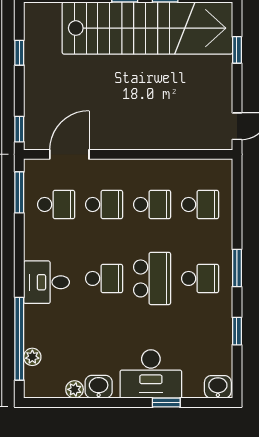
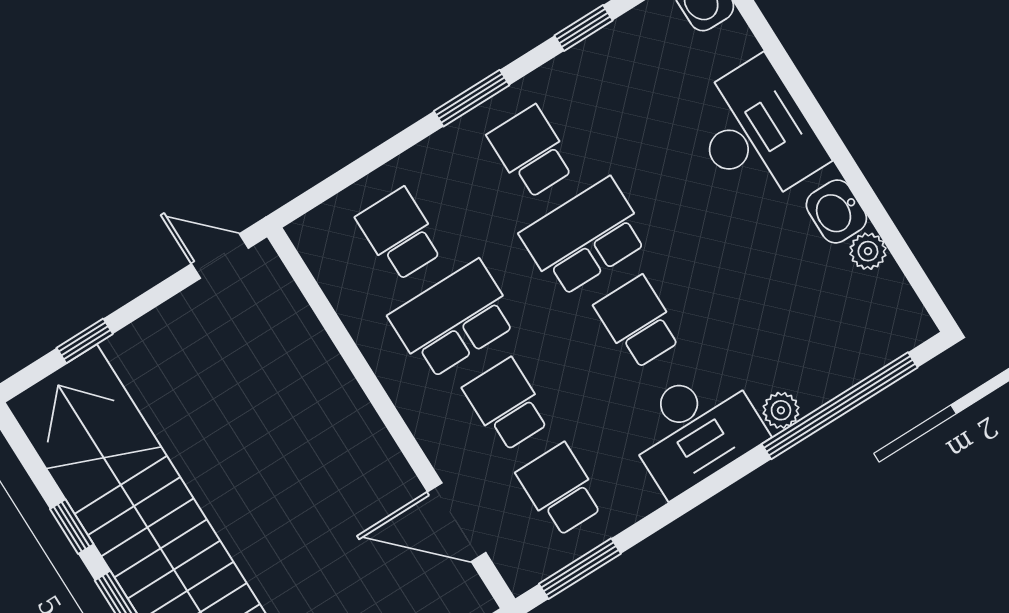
school desk: (152, 204) -> (453, 319), width x1.85
desk: (46, 282) -> (695, 429), width x1.37
plant: (32, 357) -> (781, 410), moved
window: (166, 403) -> (789, 74), removed

